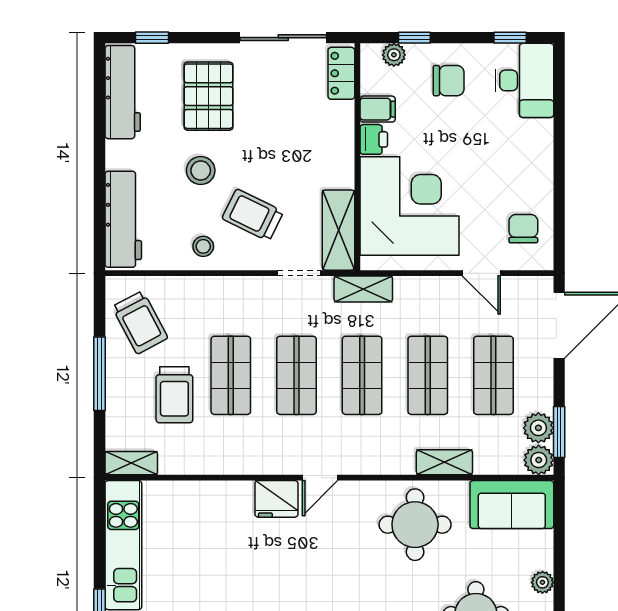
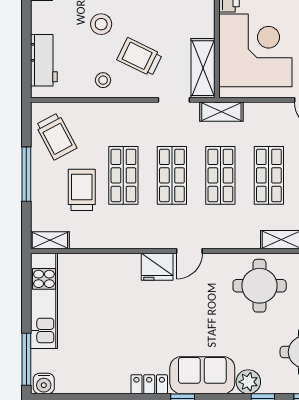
workbench: (123, 219) -> (44, 60), width x0.73
trolley: (174, 395) -> (82, 190), turned 180

